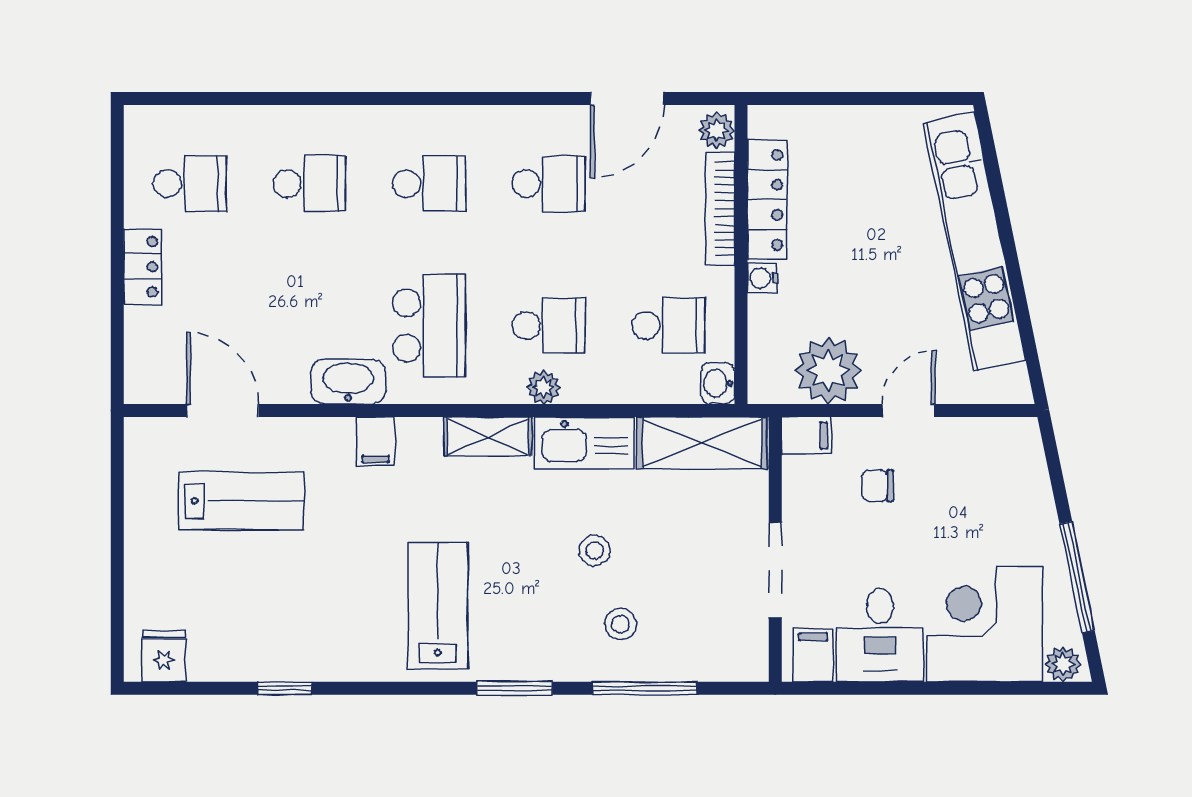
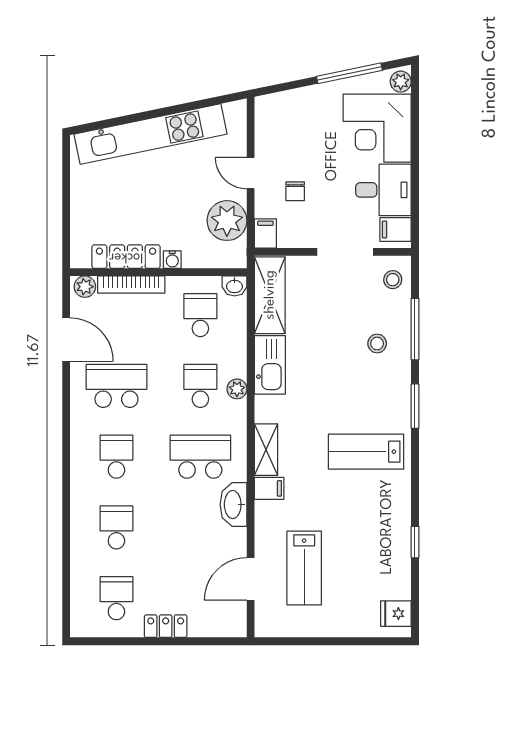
school desk: (549, 184) -> (116, 386), width x1.85
shelving: (488, 437) -> (266, 450), moved
lab bench: (241, 501) -> (304, 568), turned 180
stool: (595, 551) -> (393, 280), moved

